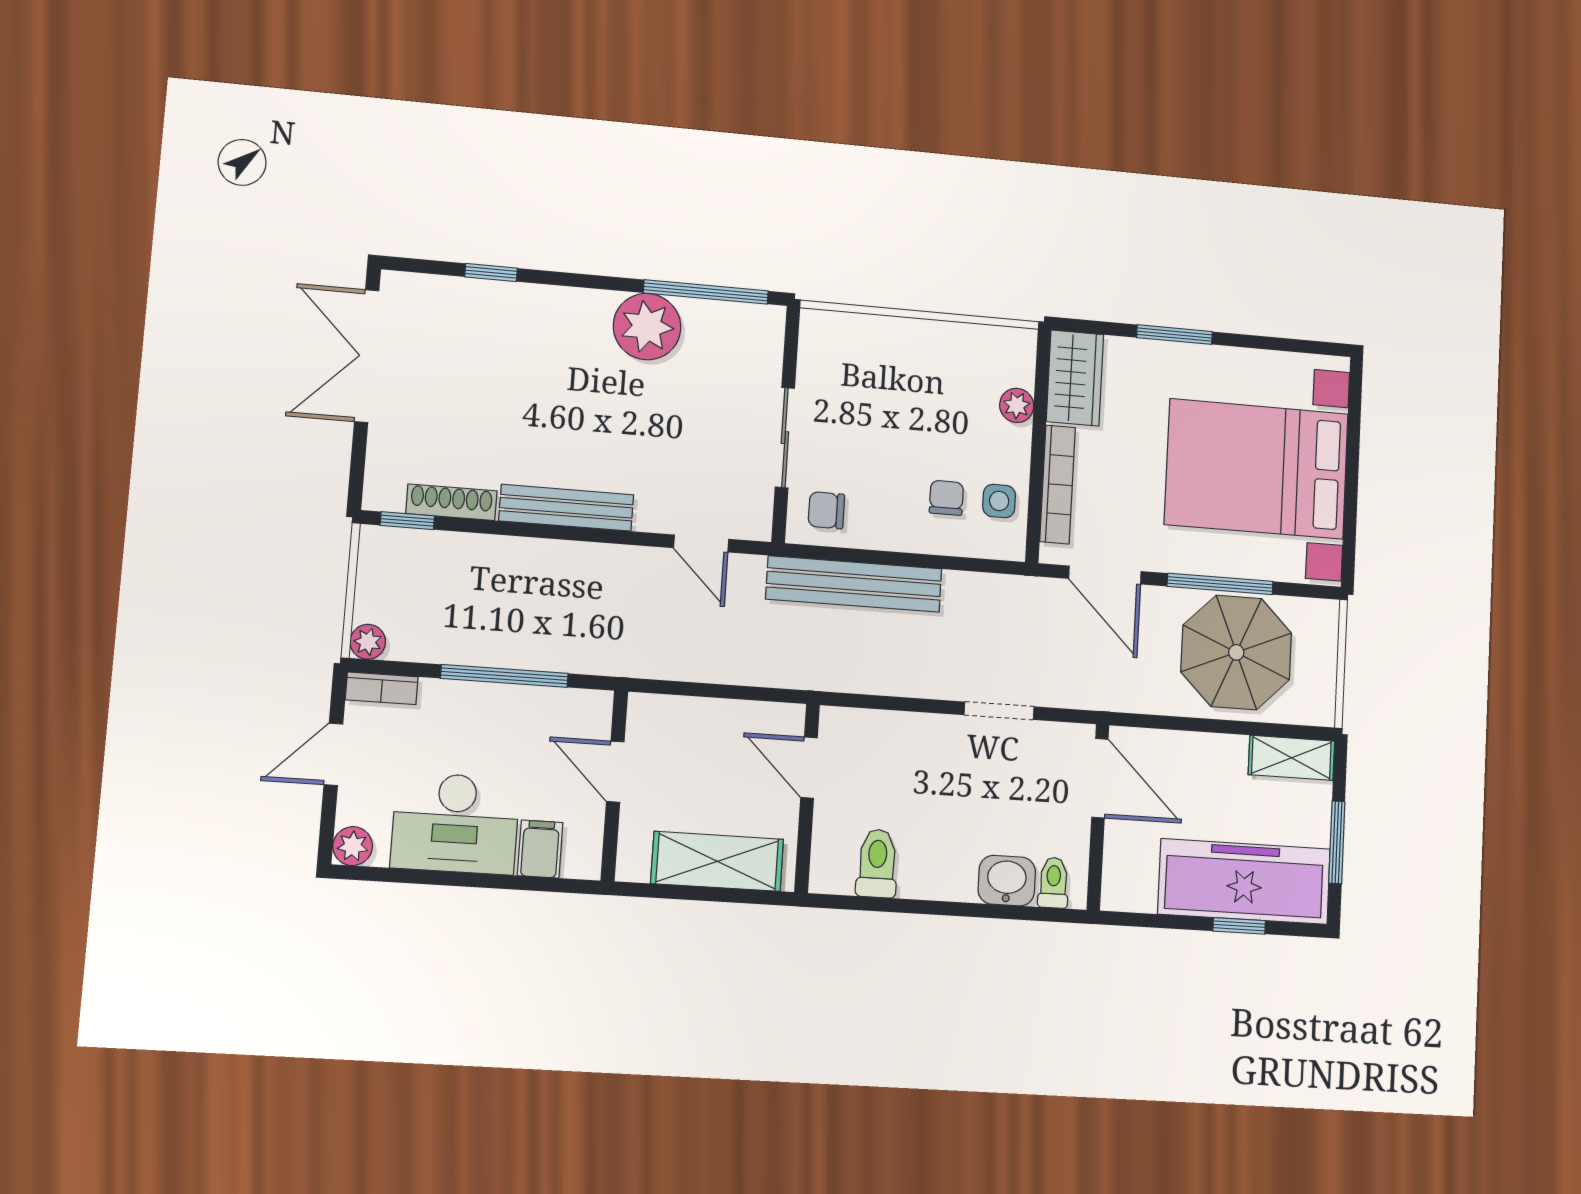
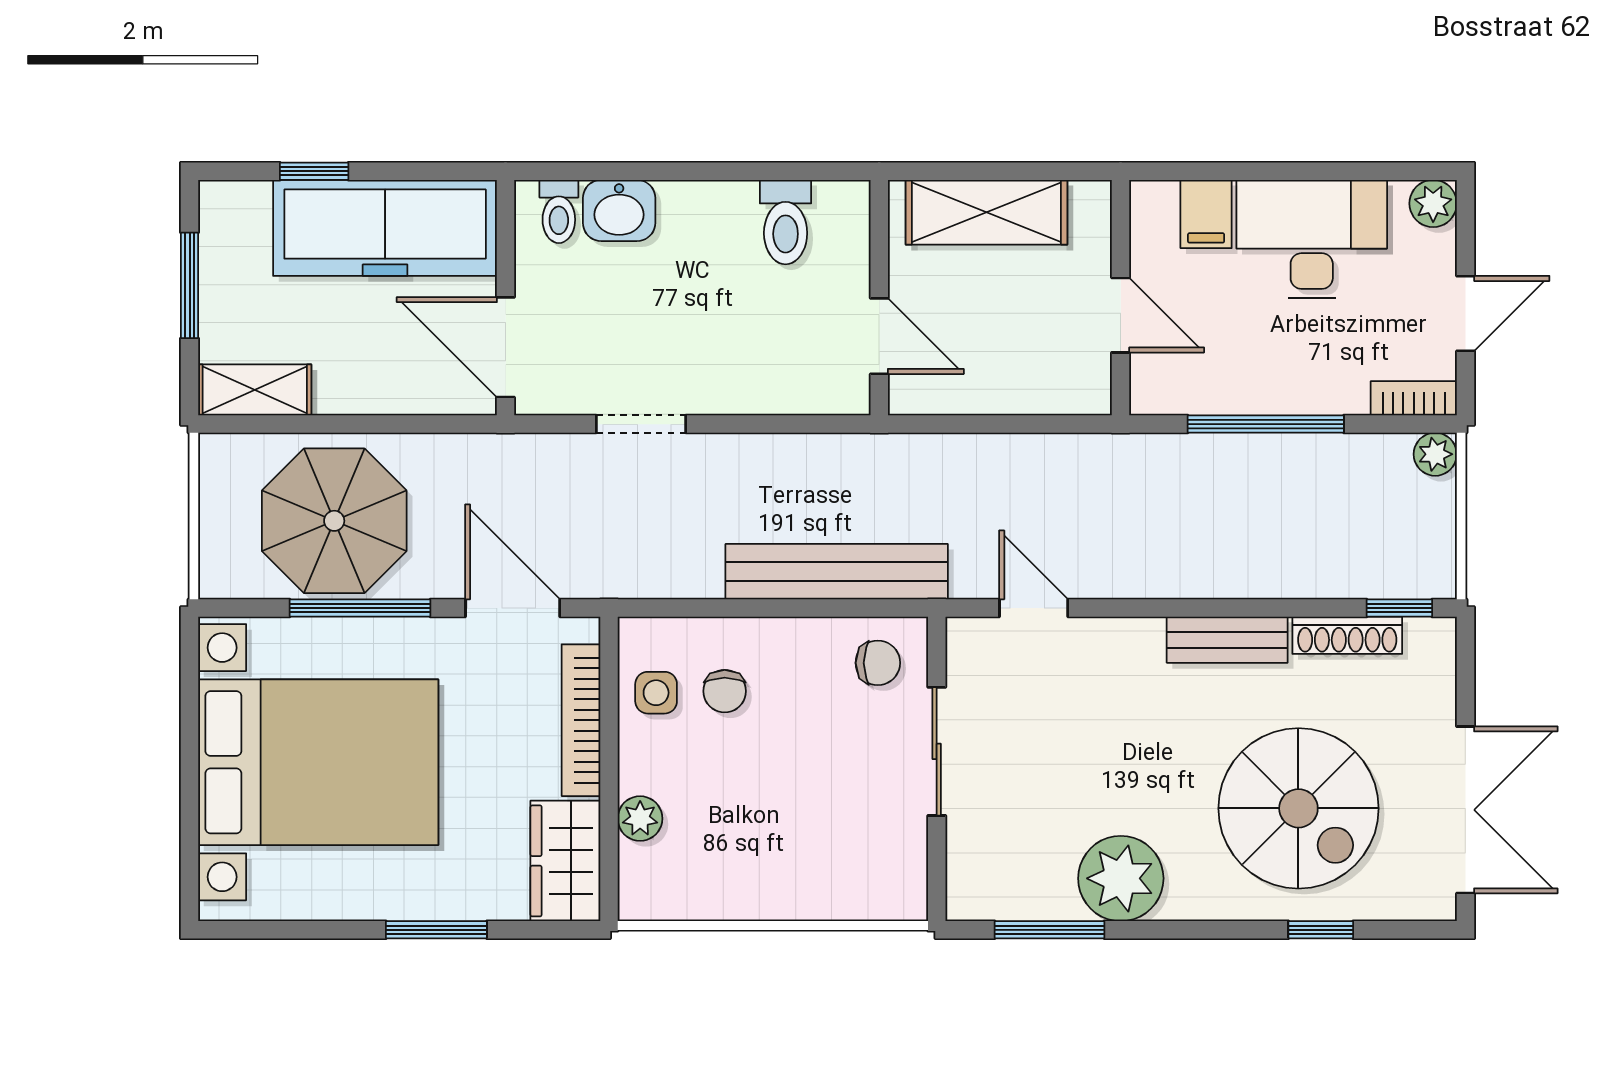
window: (706, 292) -> (1049, 930), width x0.69
spiral stairs: (502, 369) -> (1298, 808), added
bench: (566, 508) -> (1227, 640), width x0.73
freezer: (1244, 881) -> (385, 228), moved

